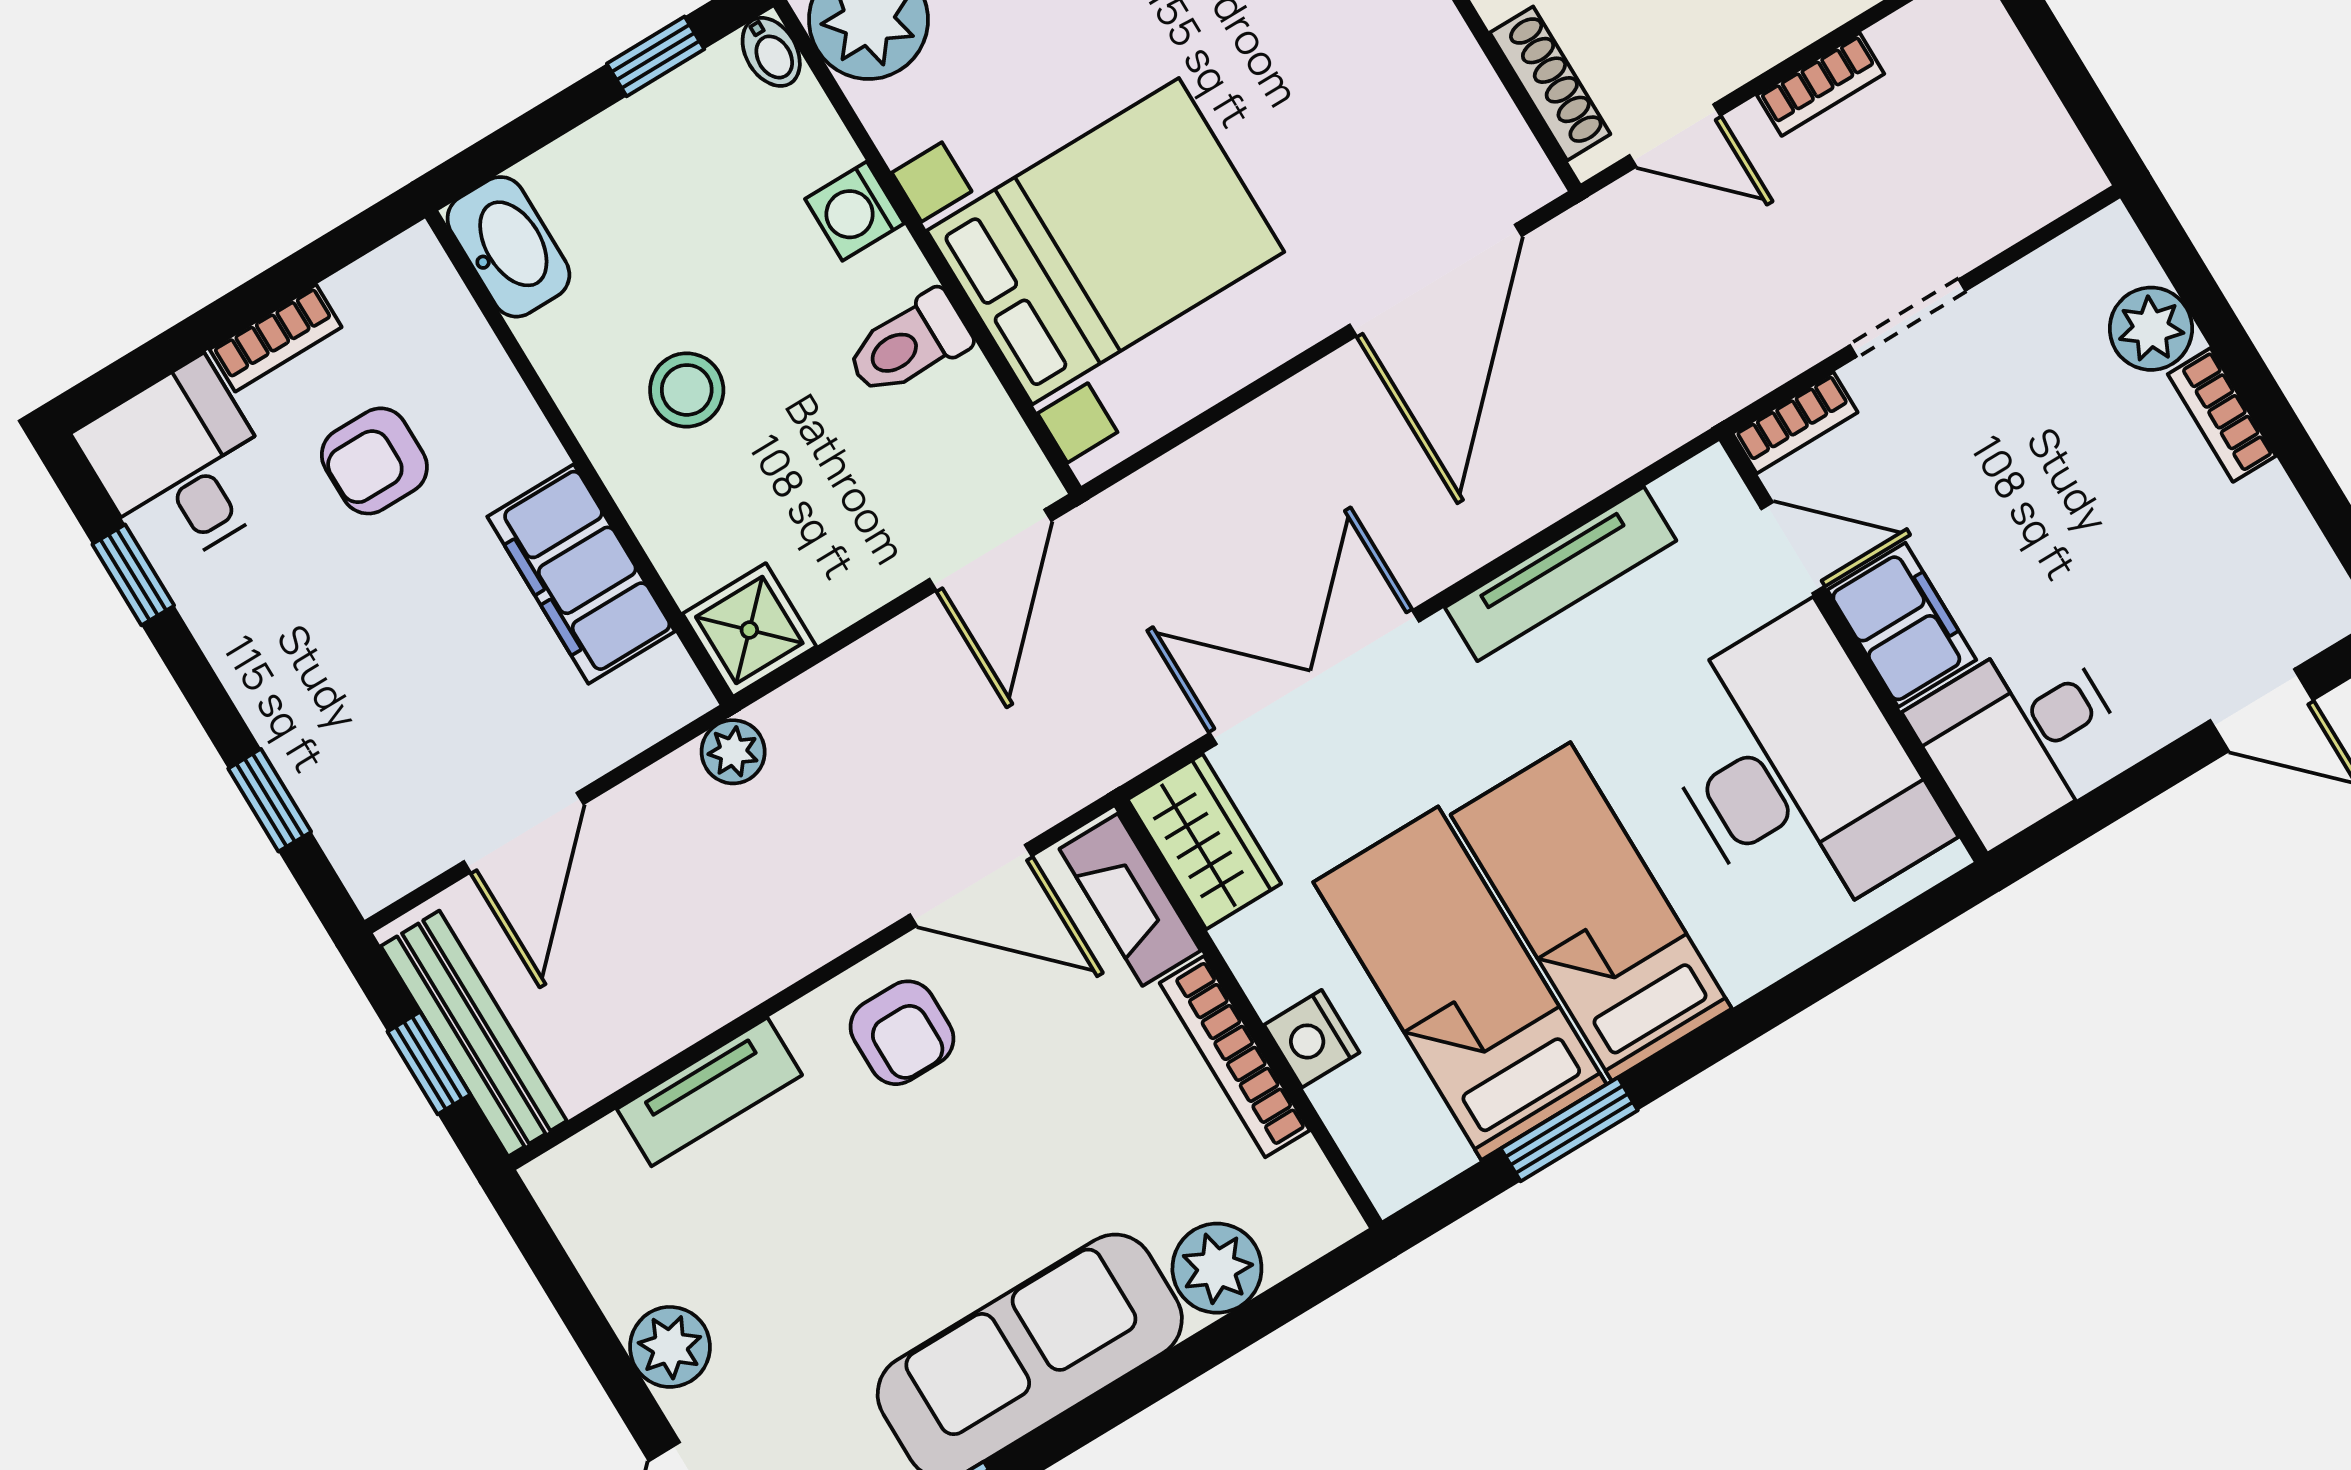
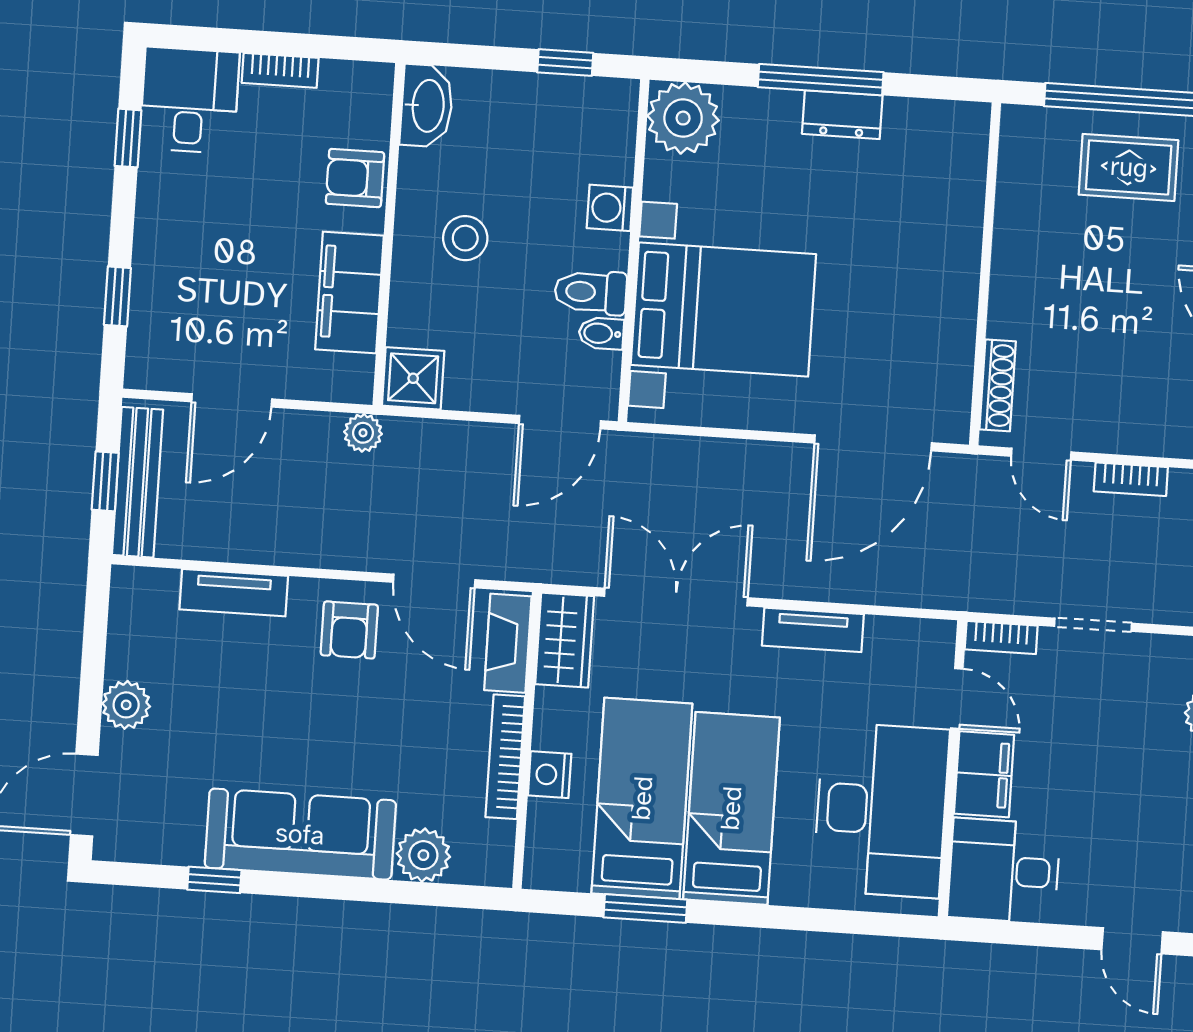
bidet: (771, 52) -> (601, 333), moved, turned 90
armchair: (374, 461) -> (355, 178), moved
tv unit: (1561, 574) -> (813, 630), width x0.71

